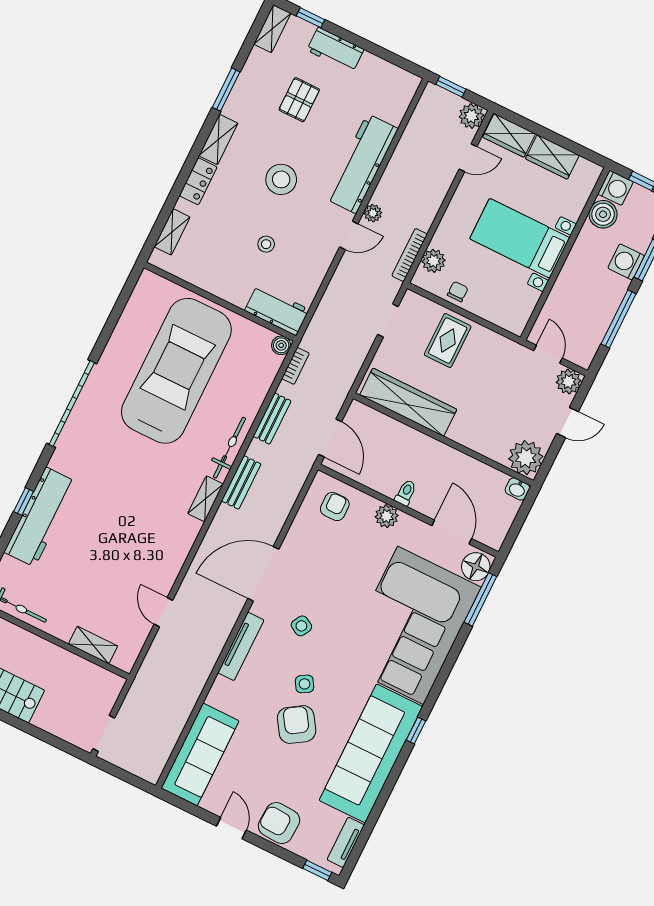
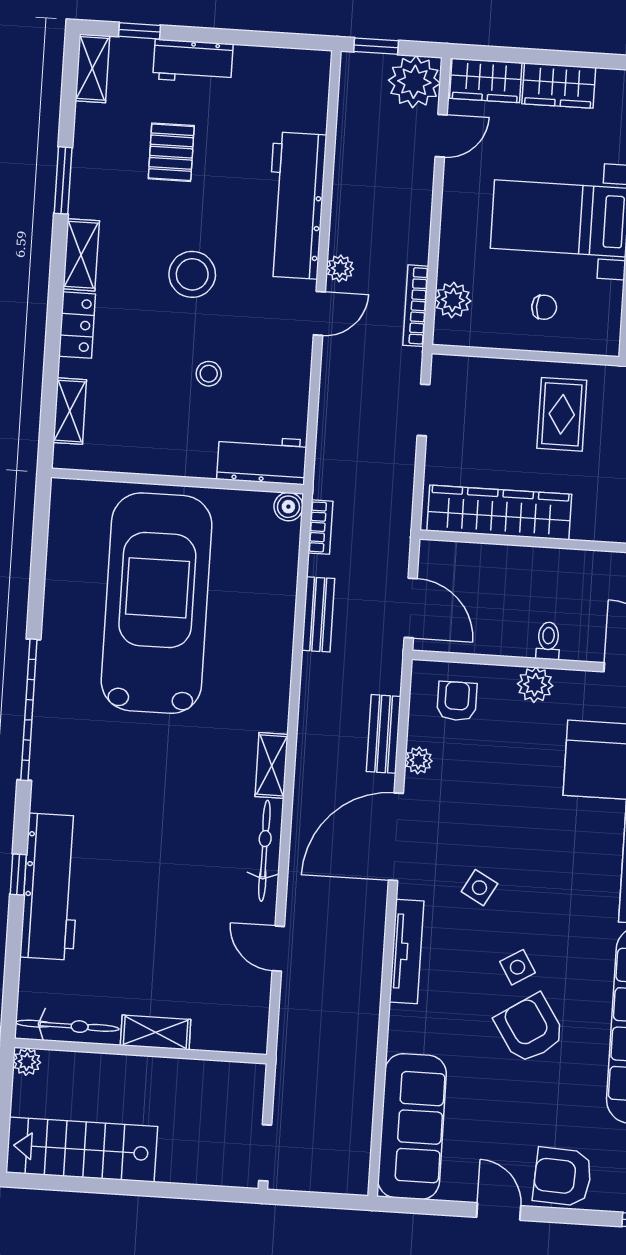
plant: (471, 116) -> (414, 82), width x1.36, depth x1.36
chair: (458, 292) -> (544, 307), moved, turned 90
rug: (448, 341) -> (562, 414), moved
bicycle: (229, 448) -> (264, 851), moved
bench: (241, 482) -> (384, 734), moved
plant: (296, 533) -> (419, 760), added
shelving: (93, 645) -> (156, 1032), moved

